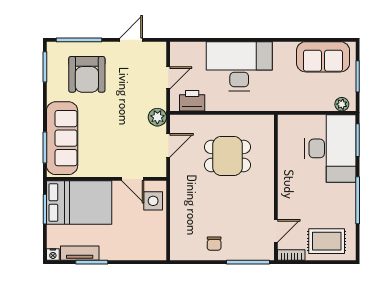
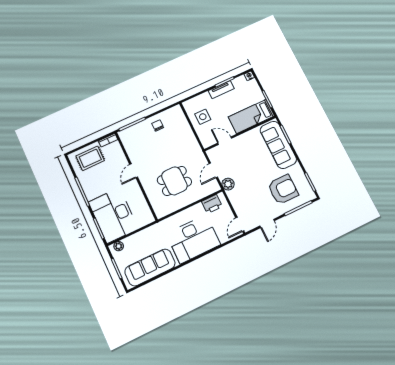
sofa: (323, 57) -> (150, 267), width x1.36
armchair: (87, 74) -> (283, 190), turned 90
door: (168, 78) -> (240, 224), moved
side table: (153, 201) -> (203, 117), moved
bed: (79, 203) -> (251, 116), width x0.67
door: (276, 231) -> (134, 171), moved
tv unit: (80, 253) -> (221, 90), moved

